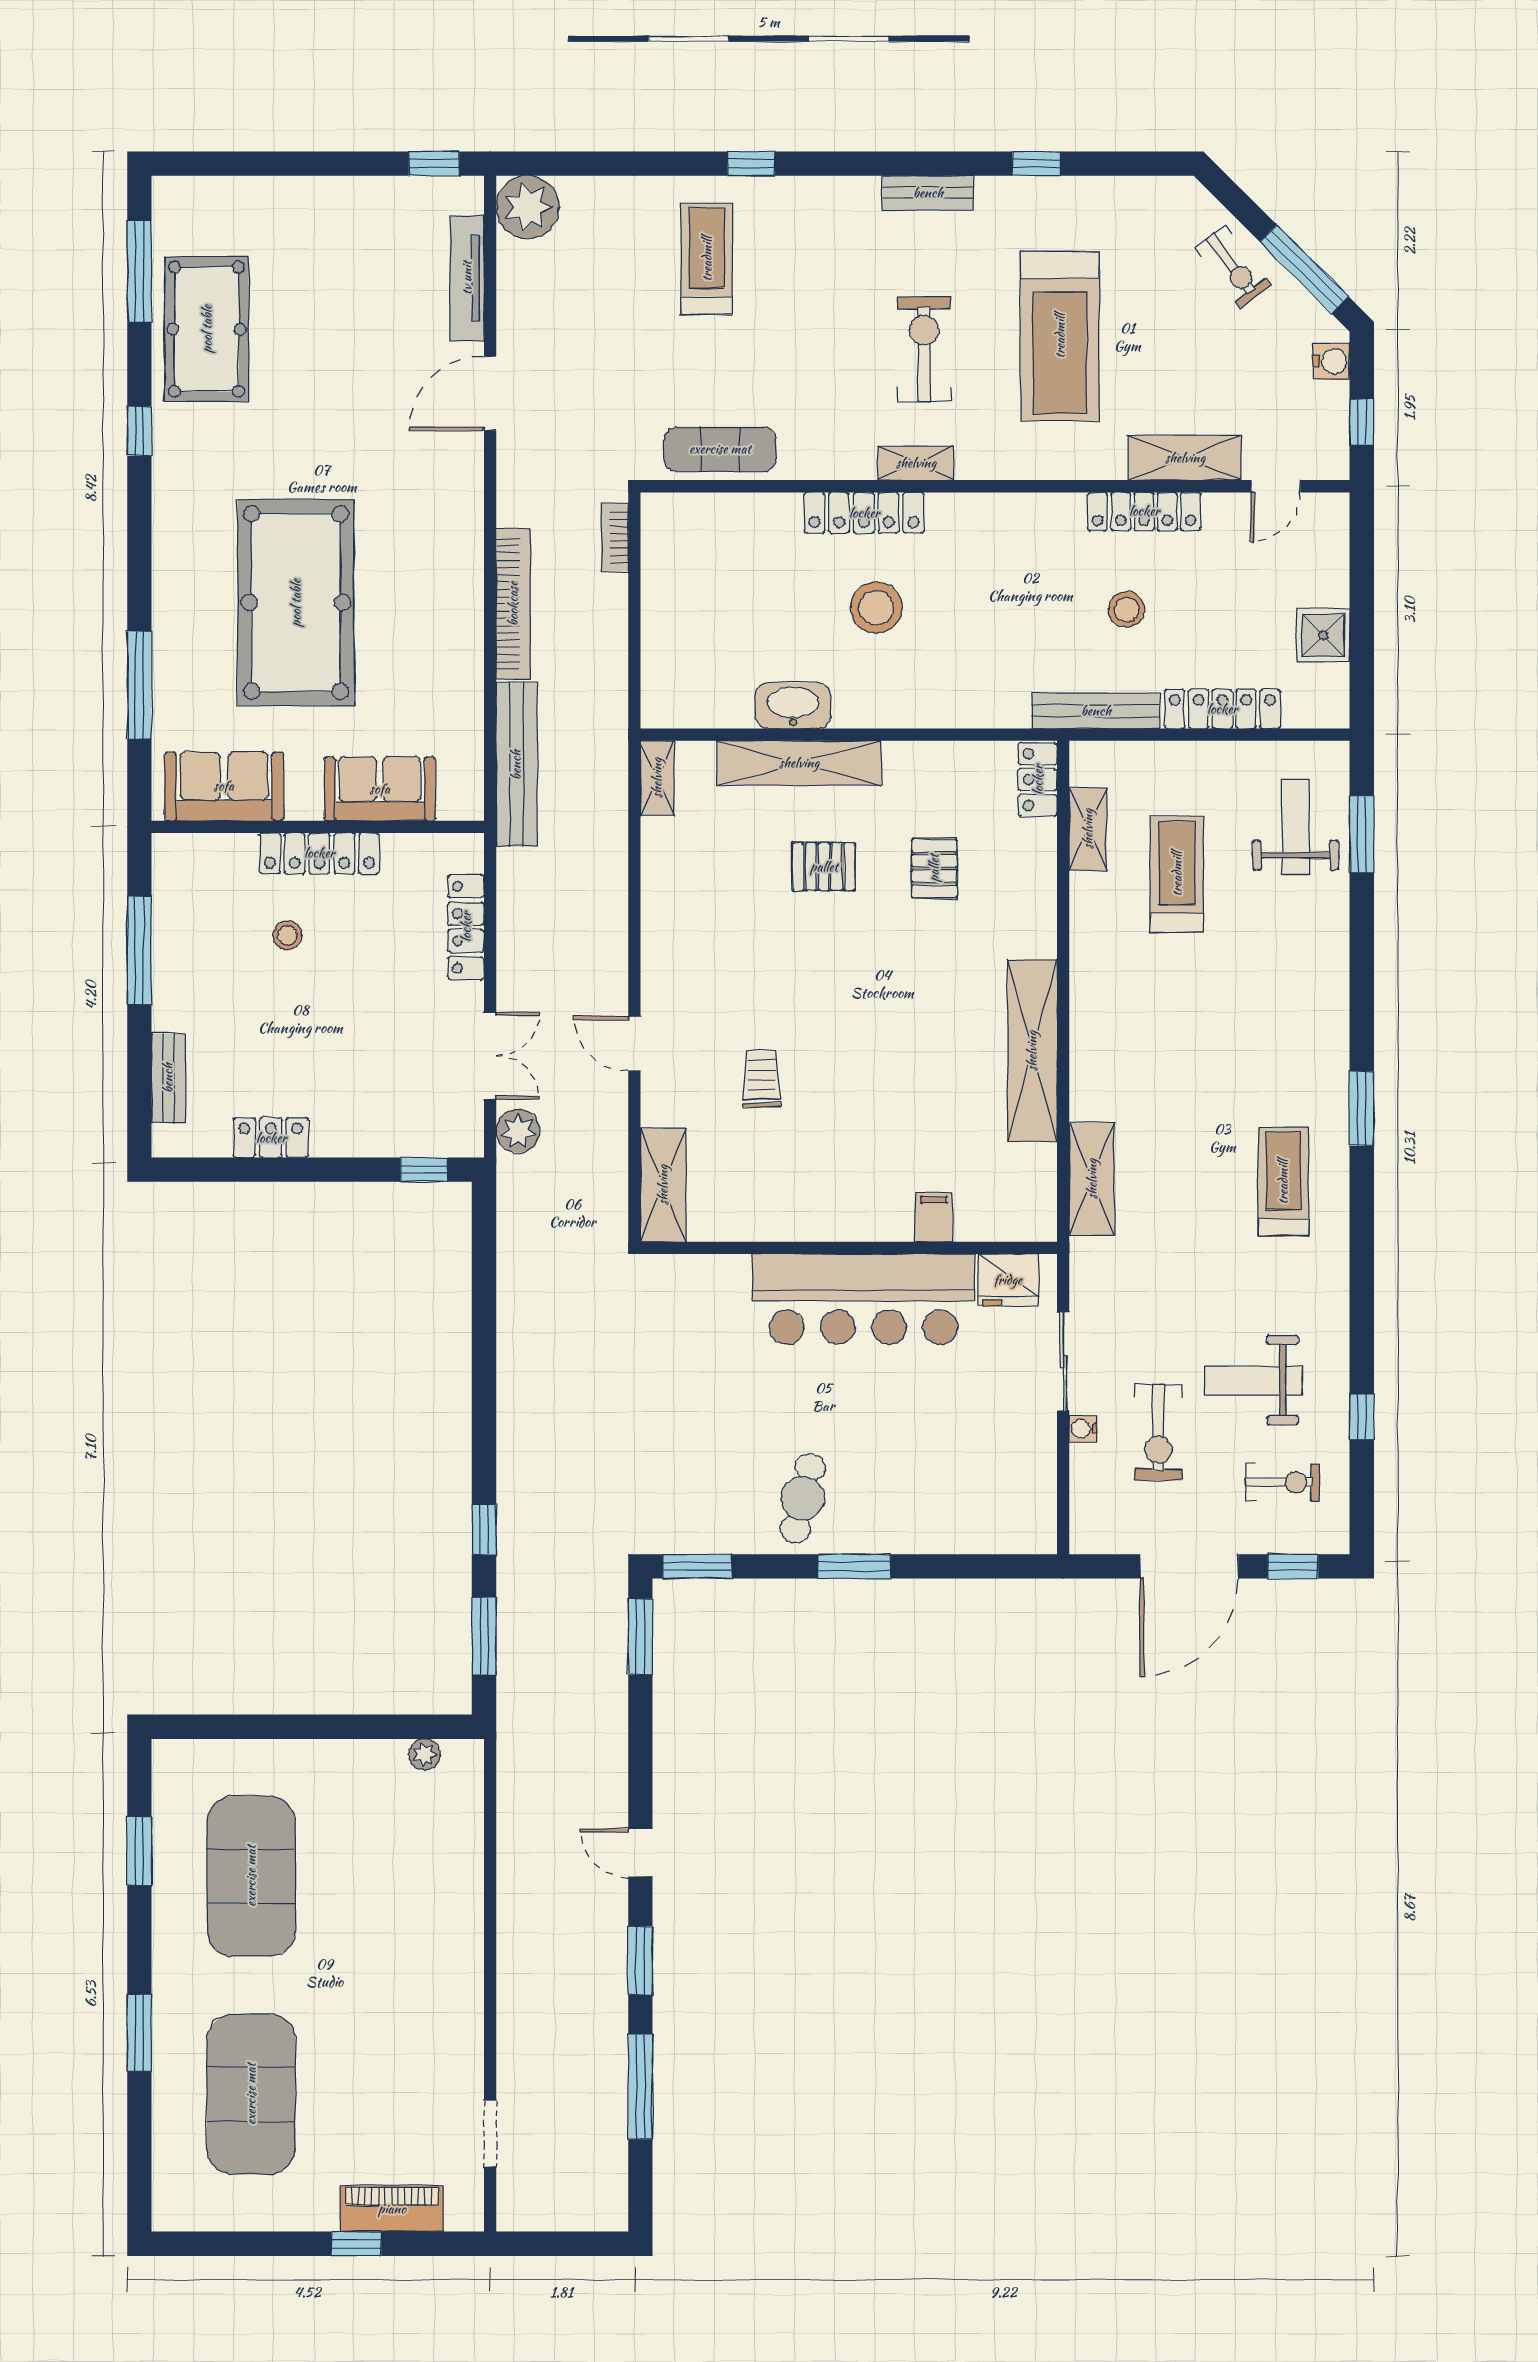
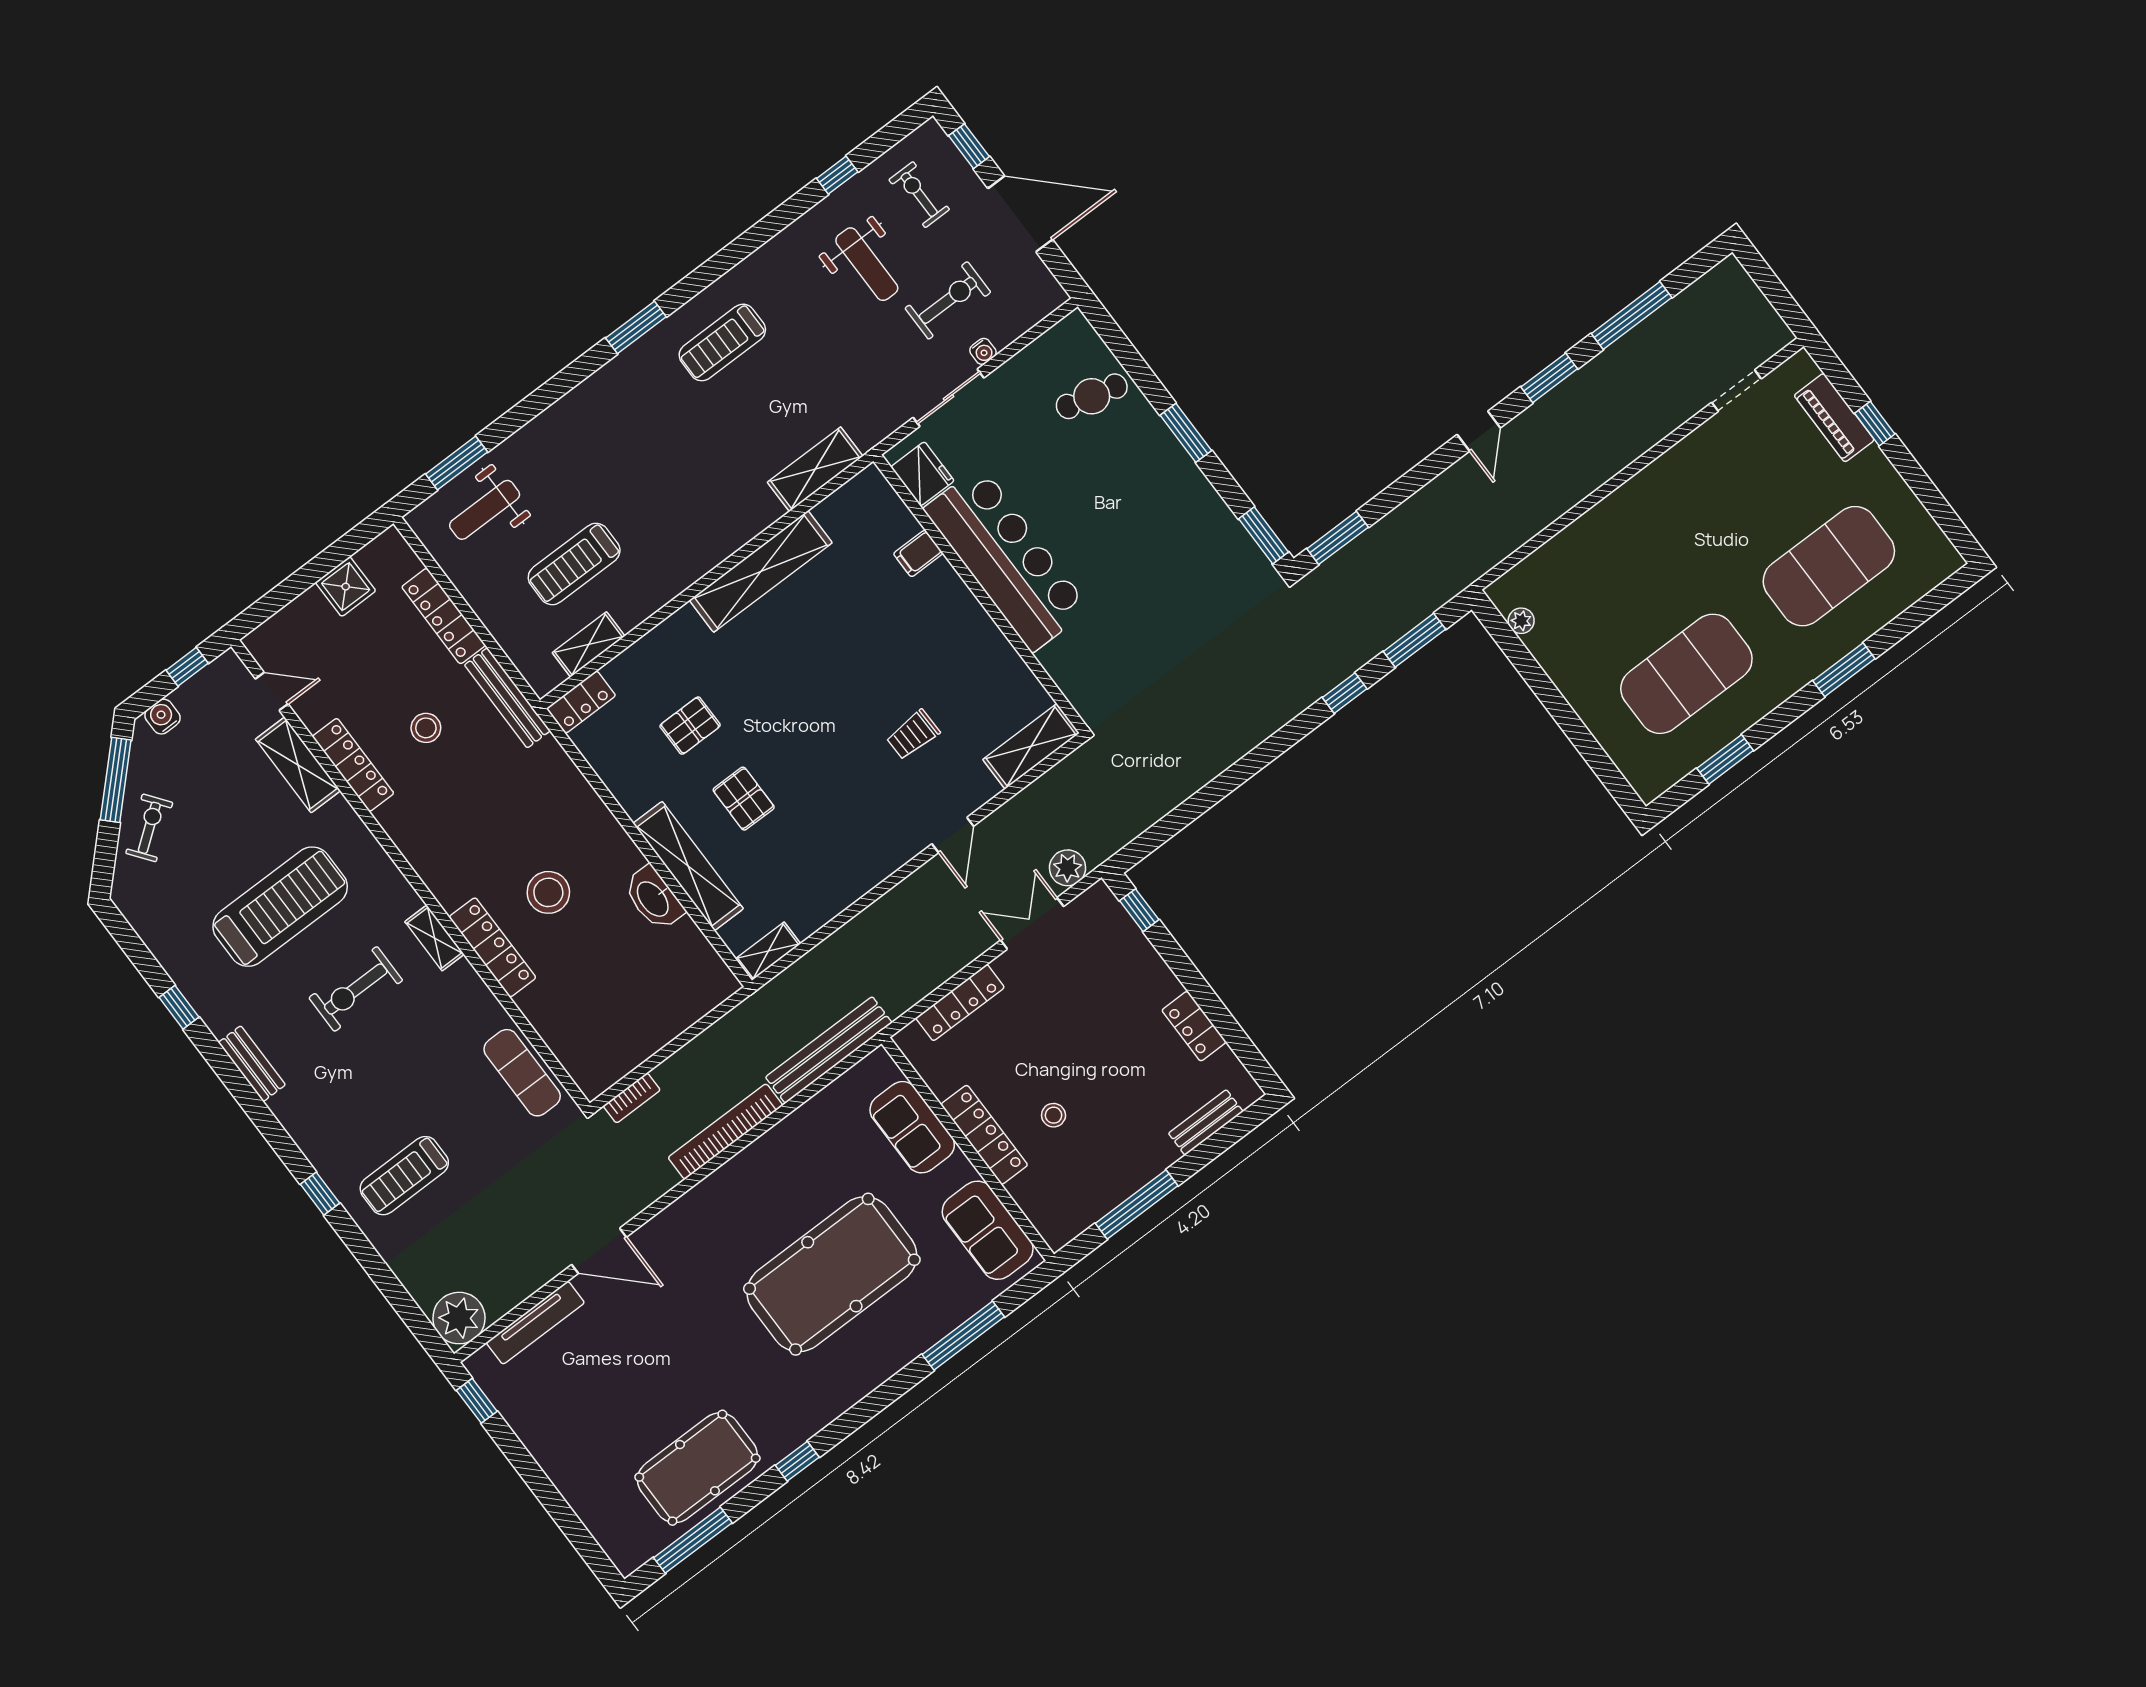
cafe table: (803, 1498) -> (1092, 396), moved

